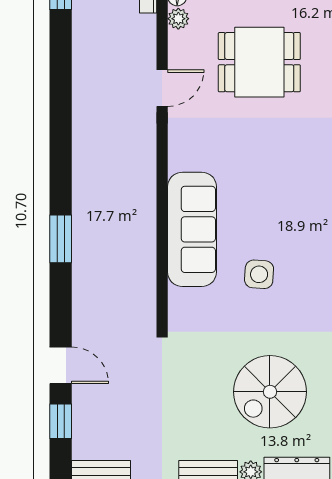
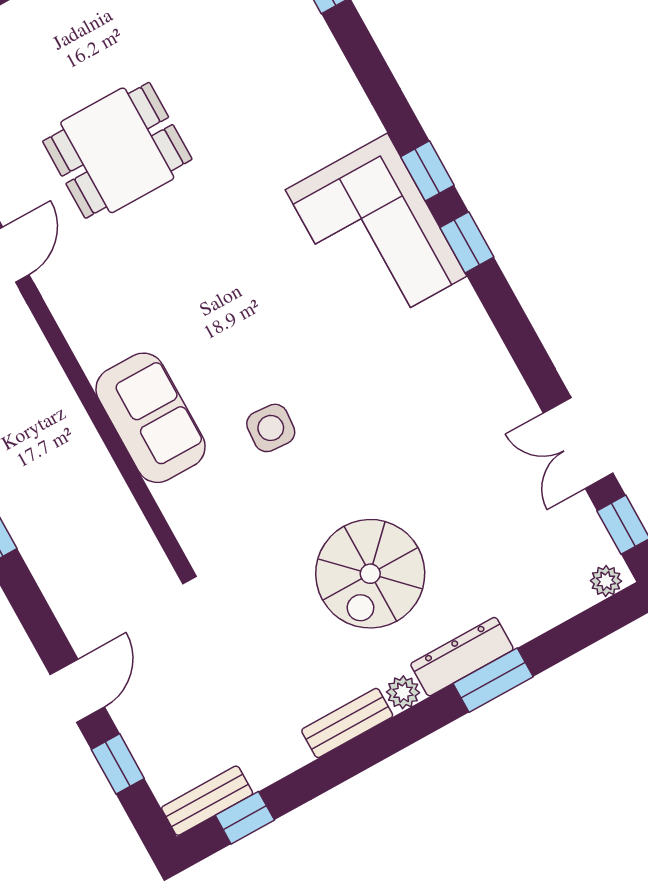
sofa: (192, 229) -> (150, 418), width x0.73
door: (61, 365) -> (77, 691), hinge flipped

